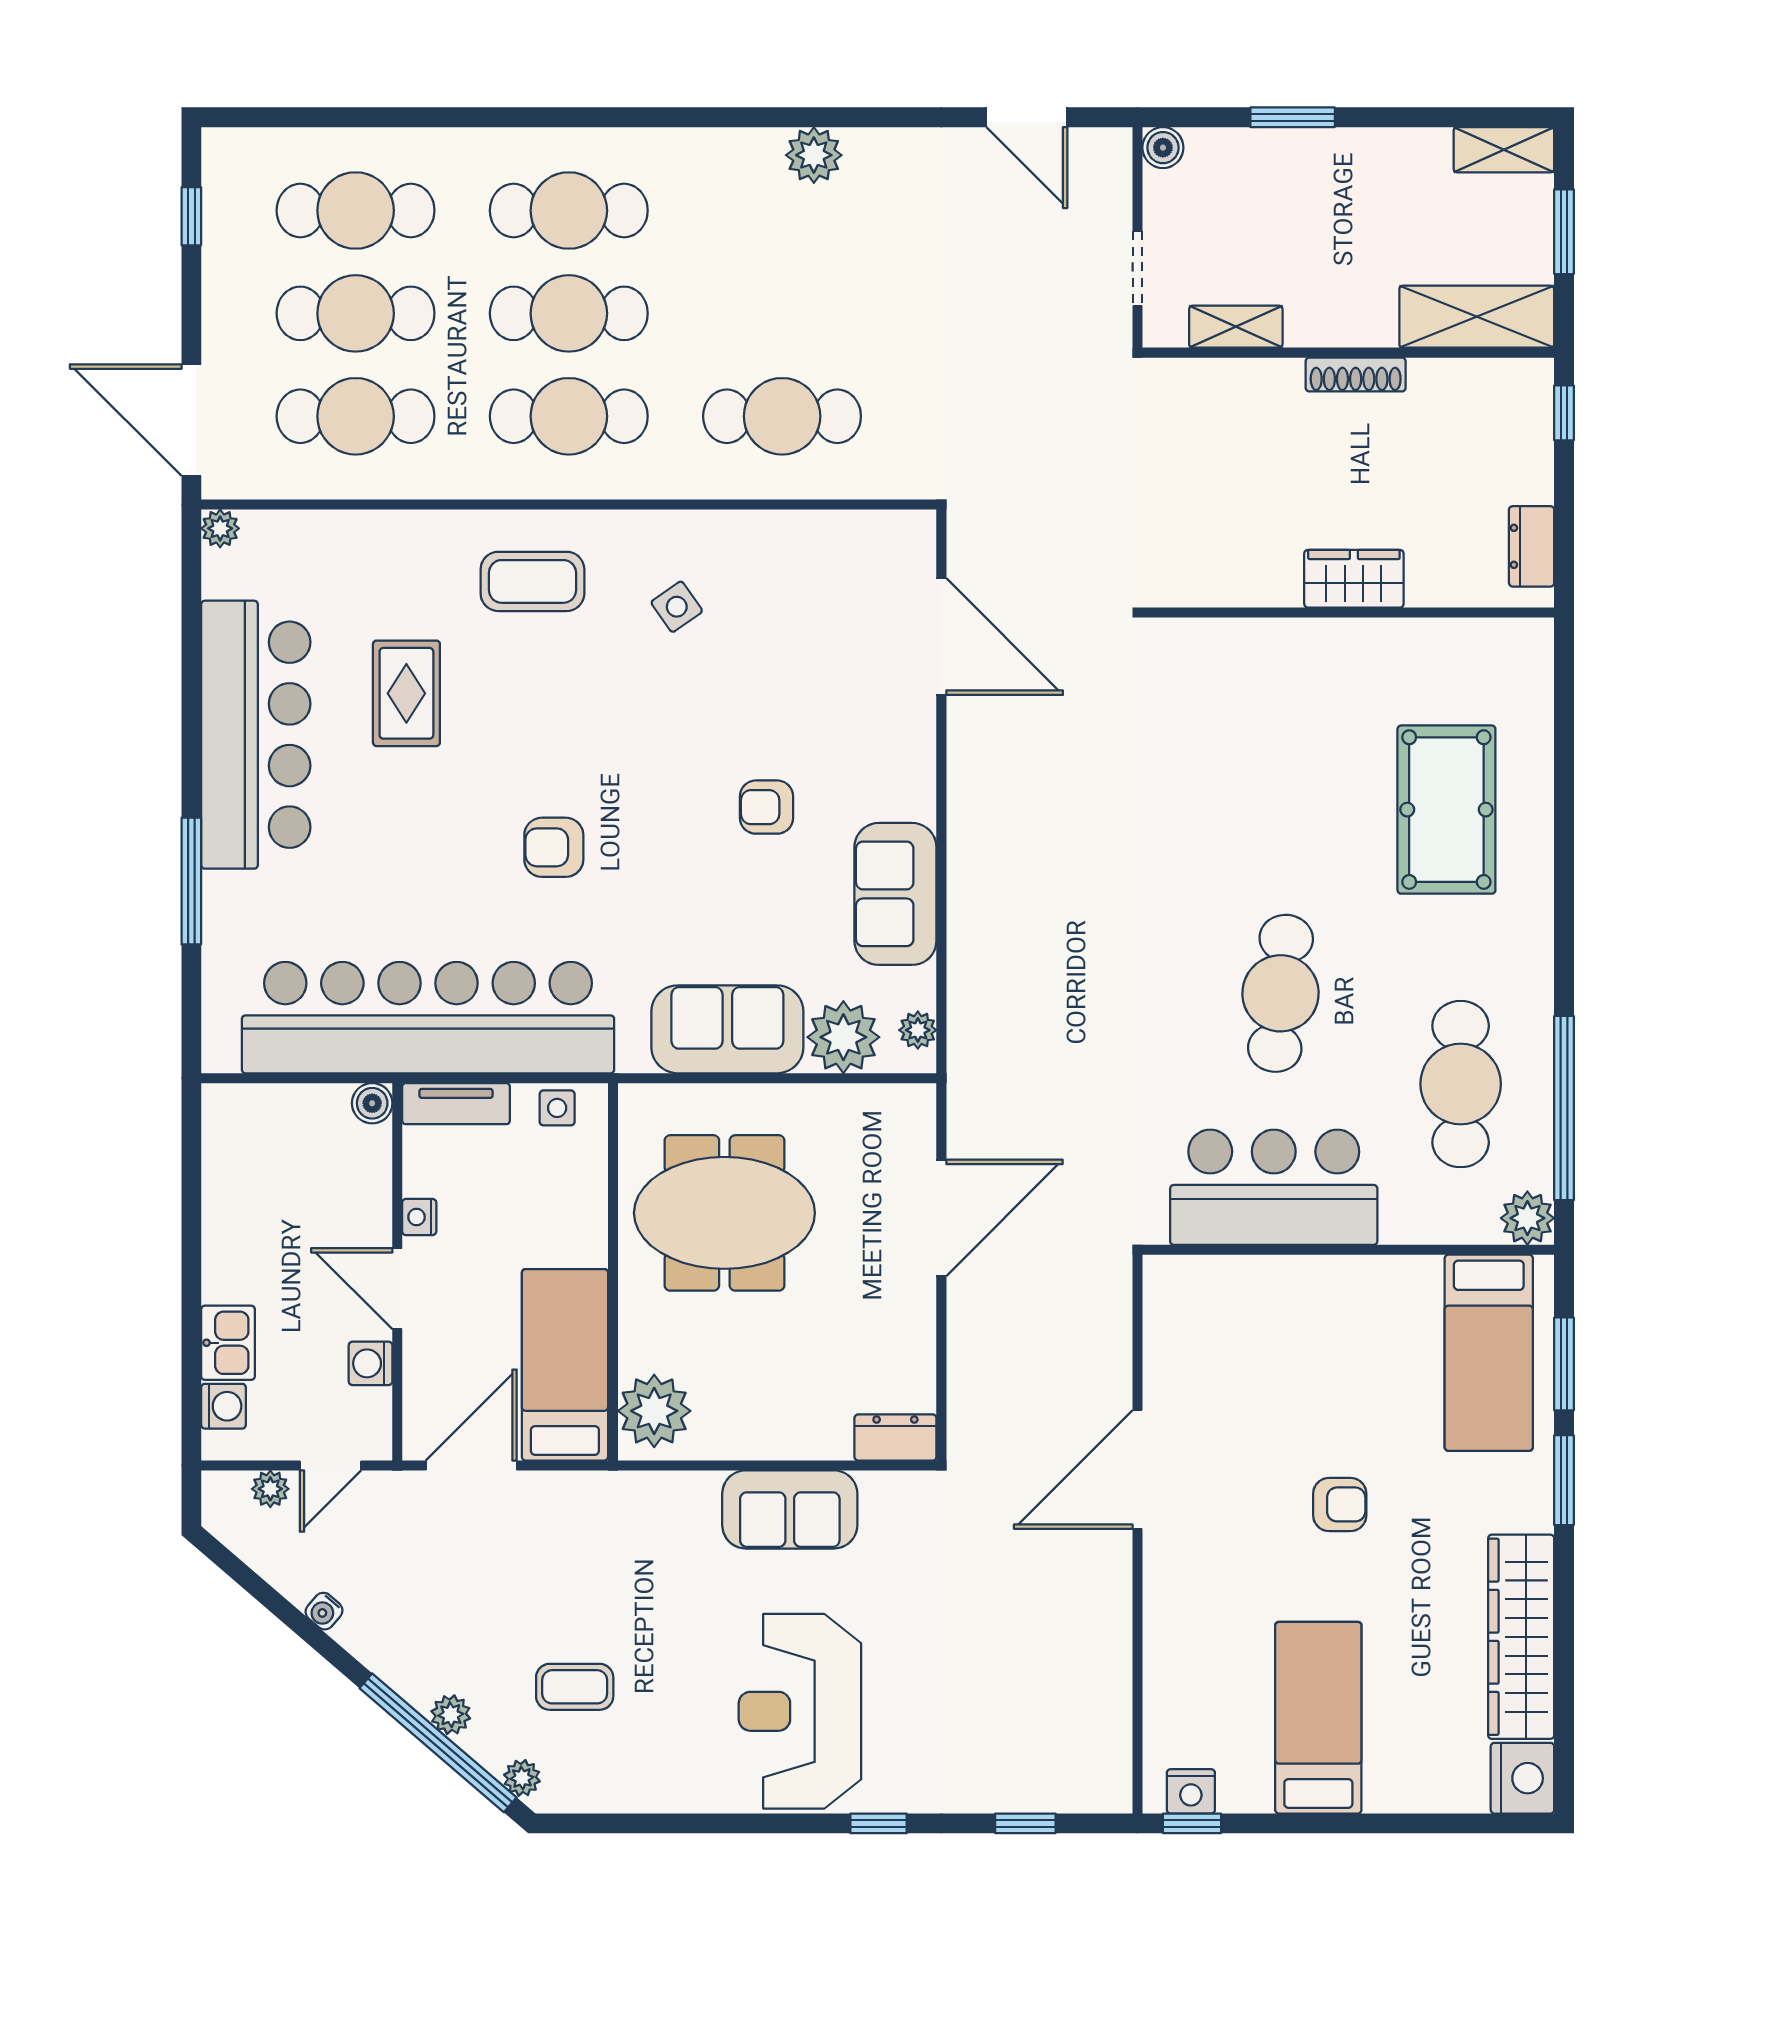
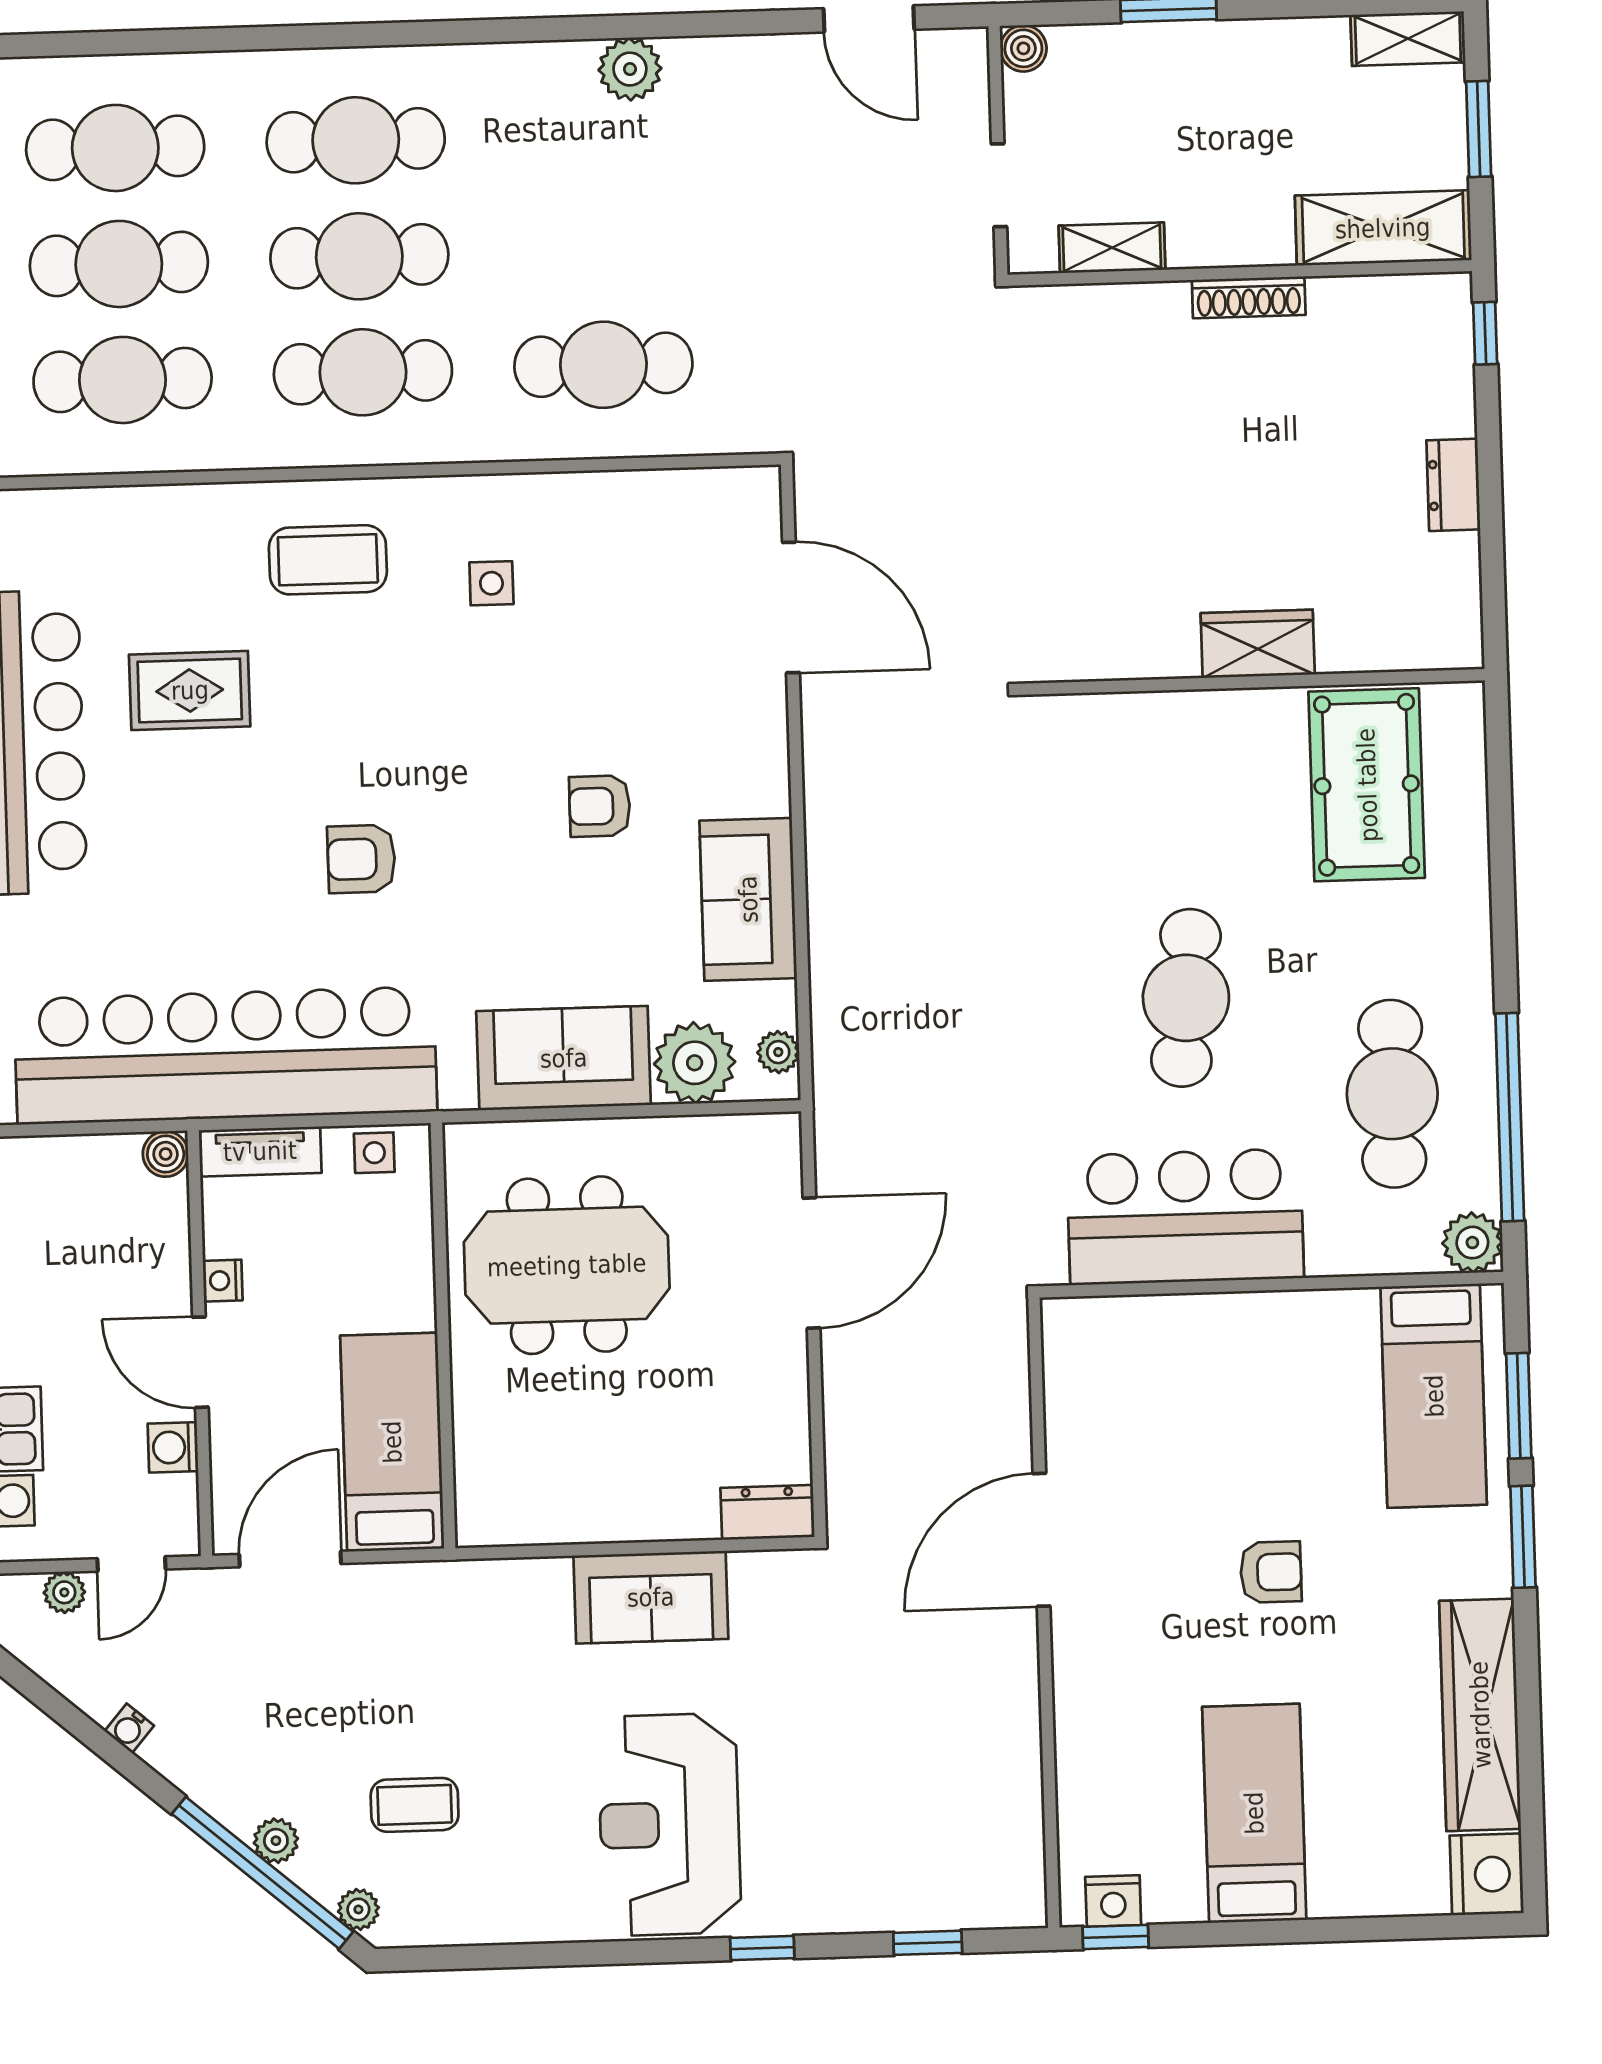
wardrobe: (1354, 579) -> (1258, 644), moved
side table: (677, 607) -> (491, 583), turned 35
wall: (1348, 612) -> (1253, 682), moved
rug: (406, 693) -> (190, 690), turned 90
plant: (654, 1411) -> (495, 1491), removed

